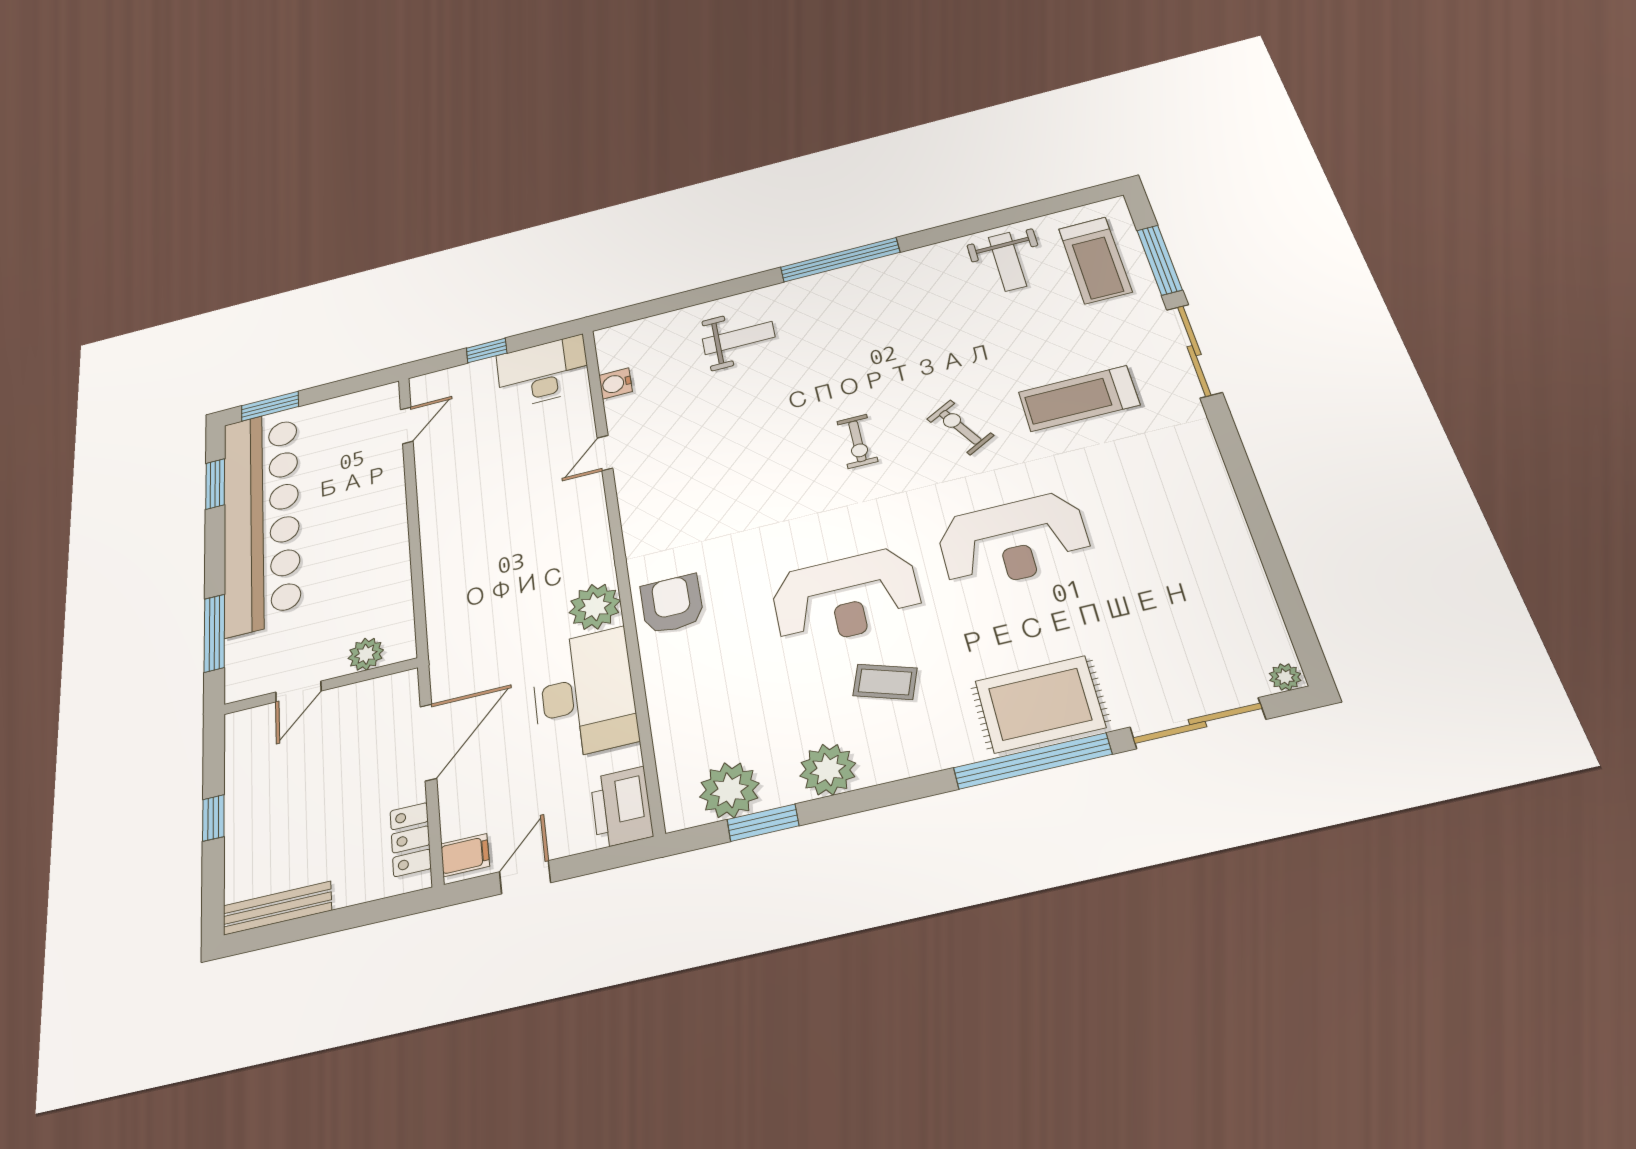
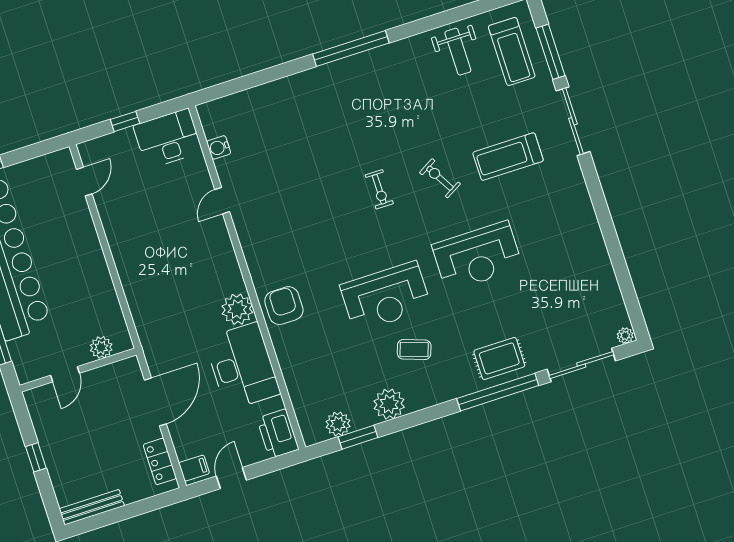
weight bench: (739, 338) -> (293, 111), removed
rug: (1040, 704) -> (499, 358), width x0.73, depth x0.70
plant: (729, 790) -> (338, 424), width x0.73, depth x0.73

